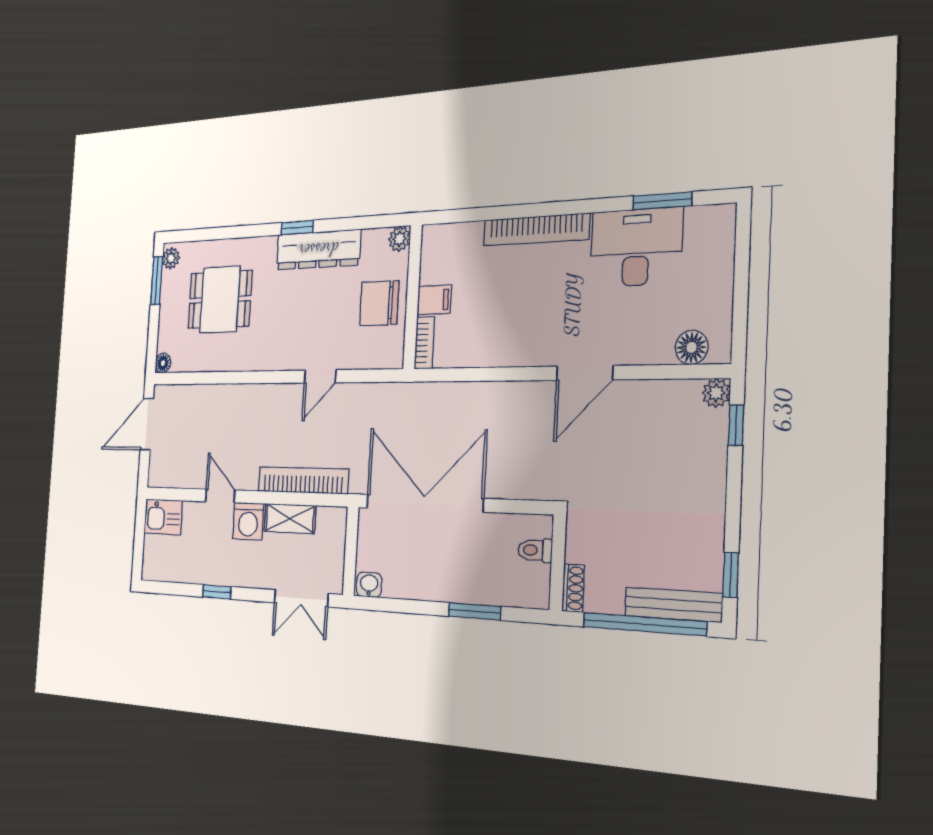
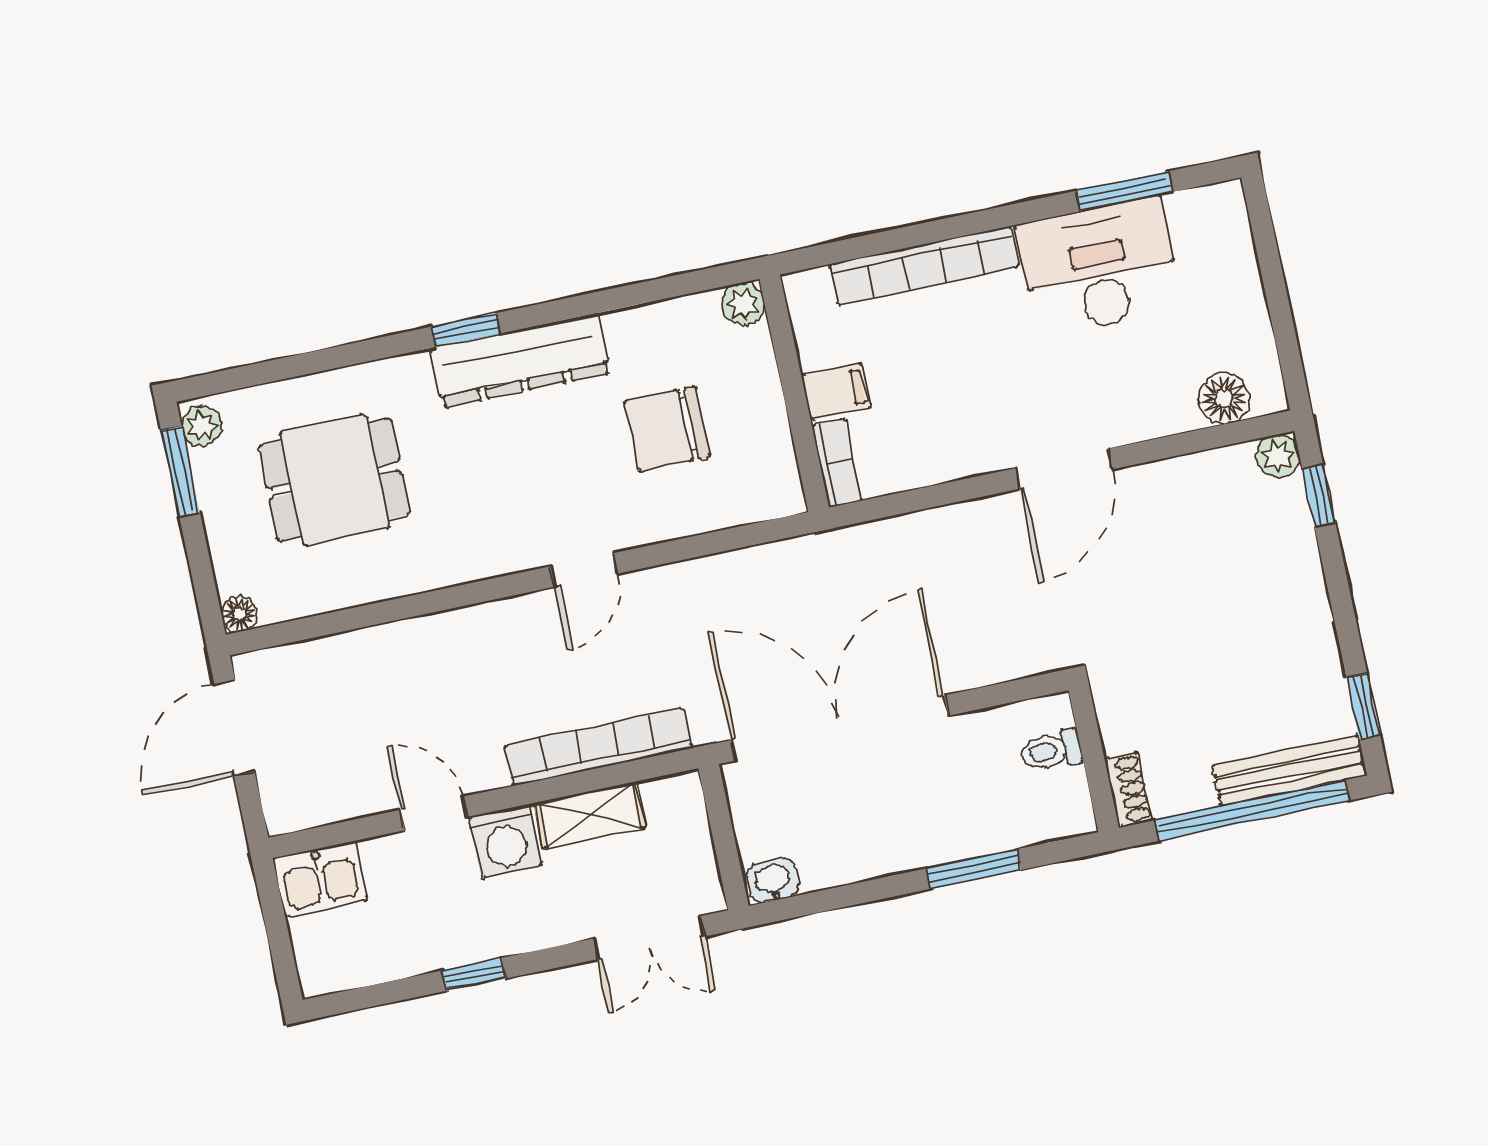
plant: (399, 239) -> (743, 304), moved
wall: (413, 297) -> (794, 393), moved
filing cabinet: (434, 300) -> (836, 391), moved
bookcase: (424, 343) -> (837, 463), moved

